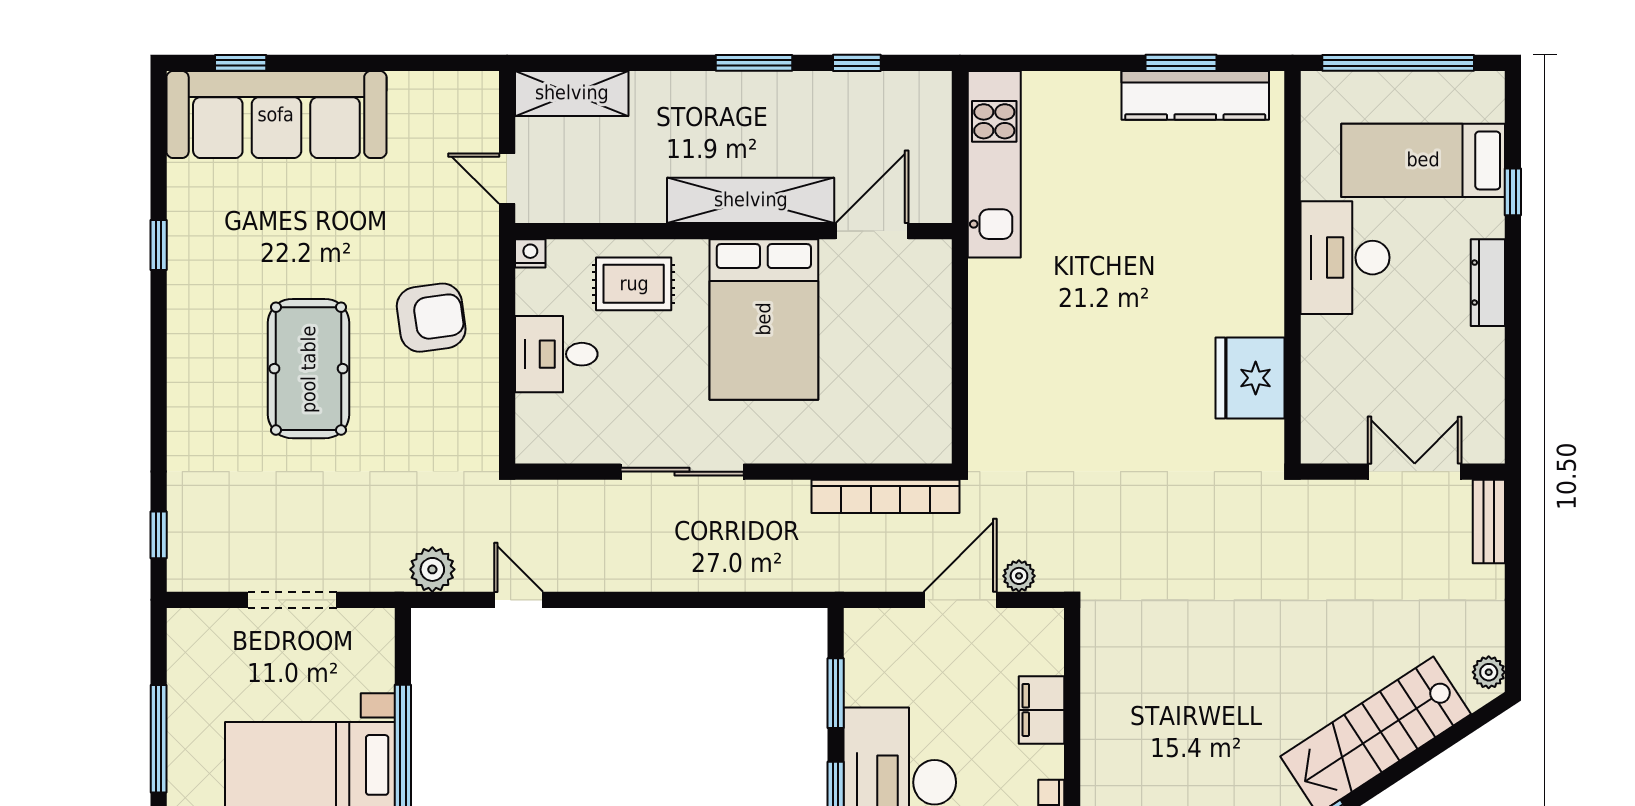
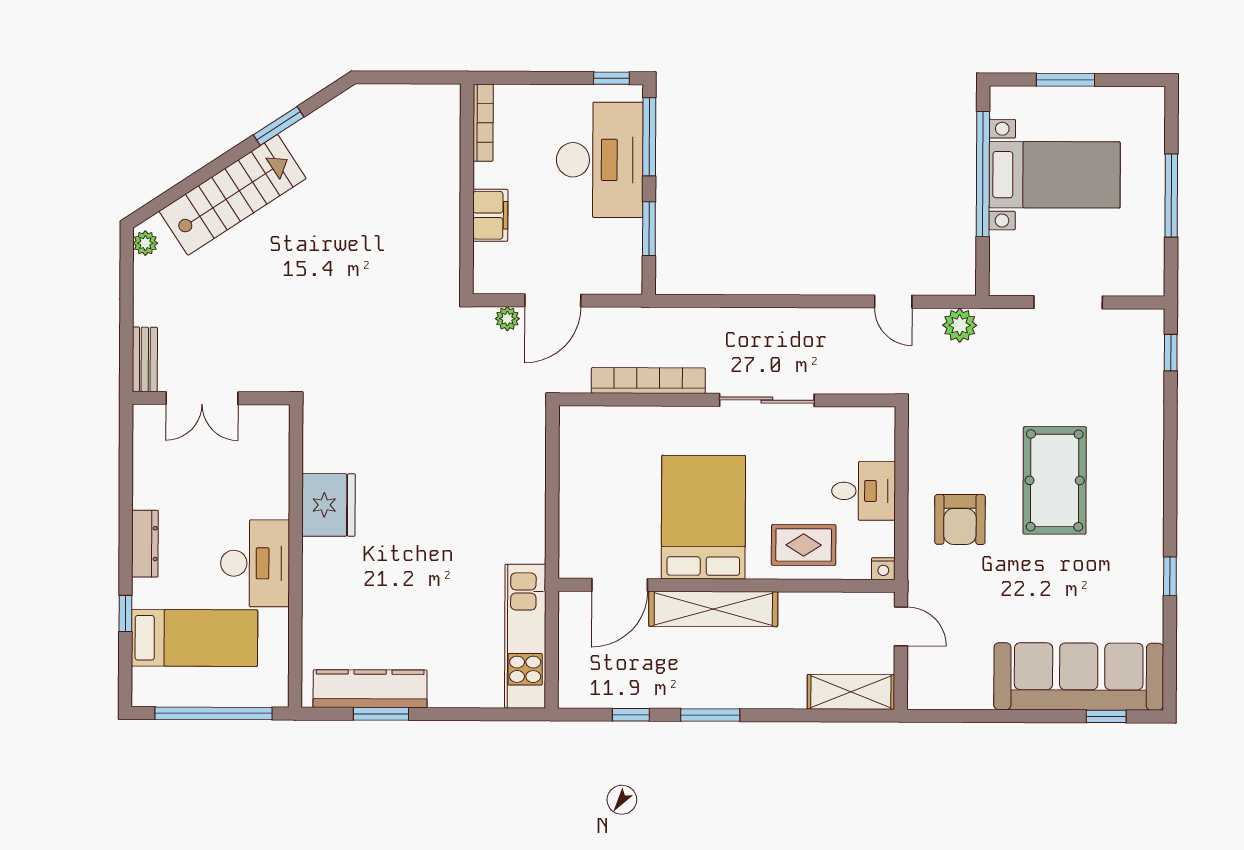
armchair: (431, 318) -> (960, 519), turned -82
fridge: (1250, 378) -> (328, 505), moved
bookcase: (885, 496) -> (648, 381), moved

